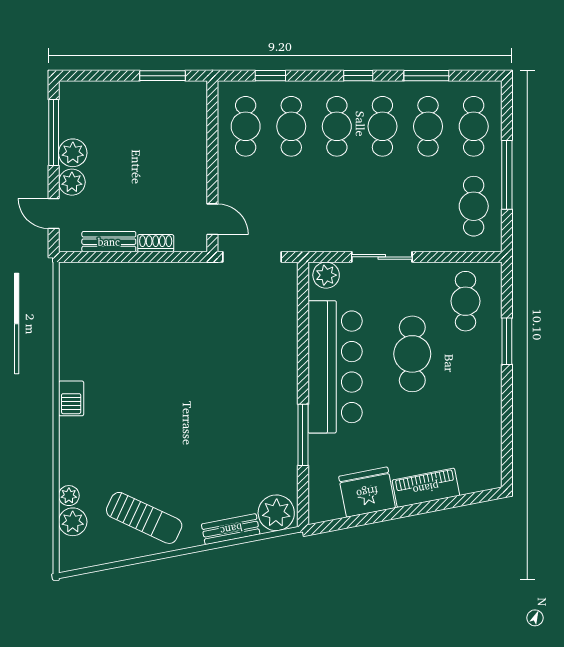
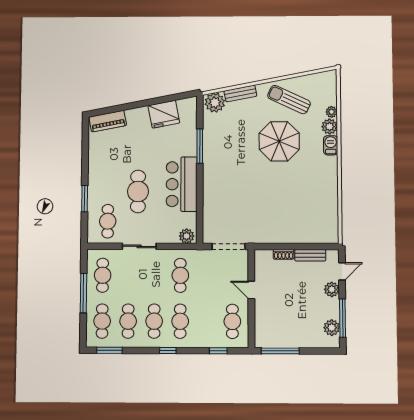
window: (163, 76) -> (280, 351), width x1.44
window: (426, 76) -> (109, 350), moved
cafe table: (291, 126) -> (180, 275), moved
plant: (73, 153) -> (332, 328), moved
door: (54, 213) -> (342, 271), hinge flipped
door: (212, 219) -> (251, 290), moved
sliding door: (382, 257) -> (139, 246), moved
bar counter: (335, 367) -> (182, 184), width x0.73
barbecue: (71, 398) -> (331, 145), moved
parasol: (162, 443) -> (279, 141), added
piano: (426, 488) -> (108, 121), moved
plant: (73, 522) -> (330, 127), moved

